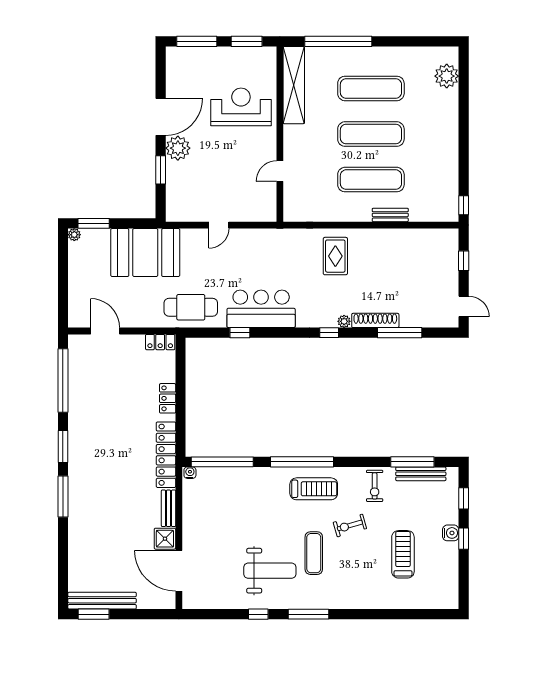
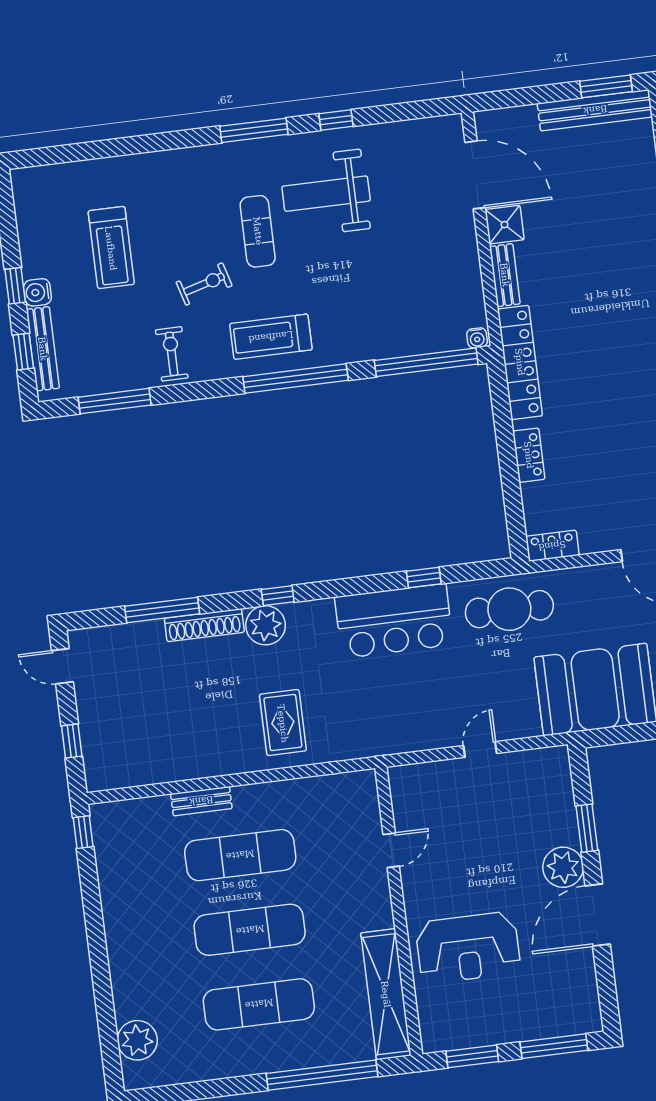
plant: (344, 321) -> (266, 625), width x1.88, depth x1.88
bench: (421, 474) -> (43, 349), moved, turned 90

